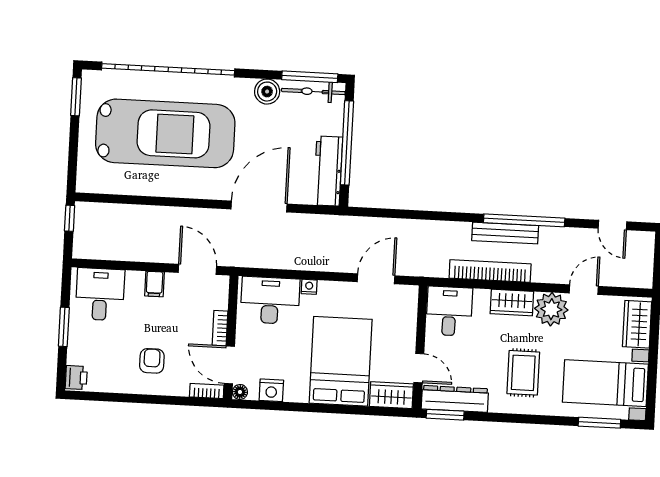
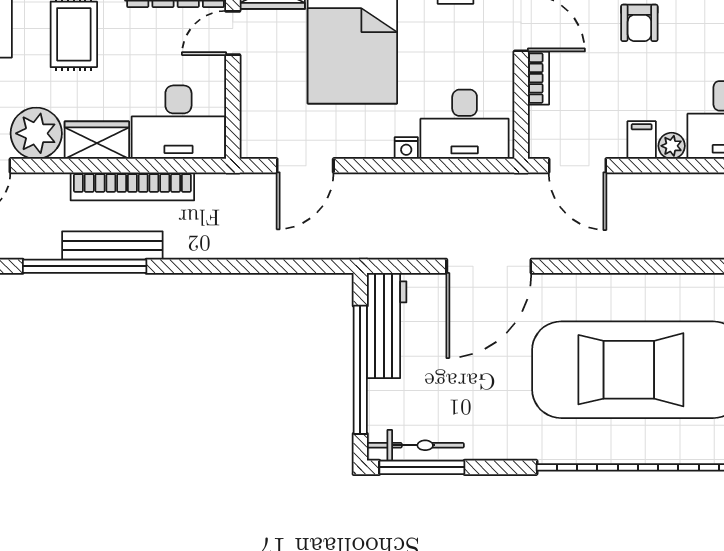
boiler: (267, 92) -> (486, 442), removed
plant: (135, 279) -> (672, 146), added
desk: (449, 311) -> (178, 122), width x1.37
door: (419, 368) -> (233, 33), hinge flipped

